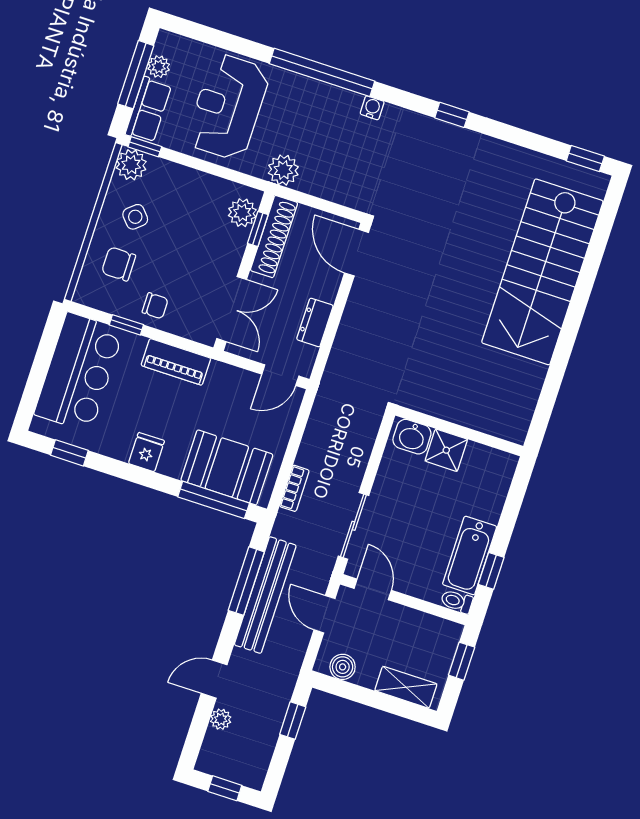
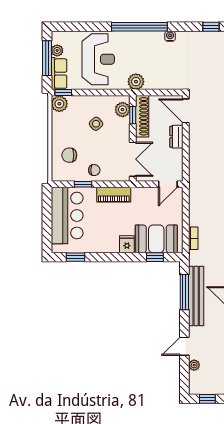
reception desk: (228, 107) -> (98, 59), turned 180
side table: (135, 217) -> (96, 124), moved
dresser: (315, 322) -> (176, 137), moved
fridge: (146, 452) -> (127, 244), moved
window: (214, 500) -> (155, 257), width x0.46

